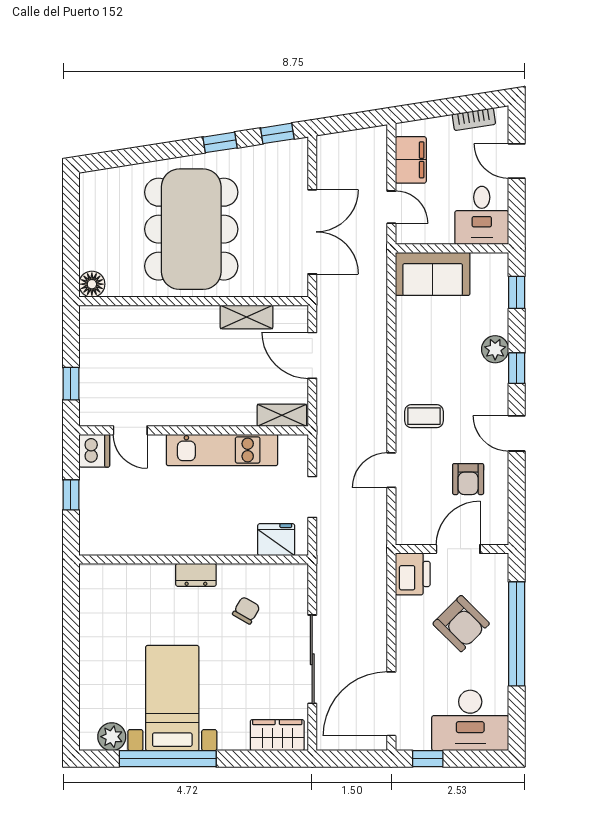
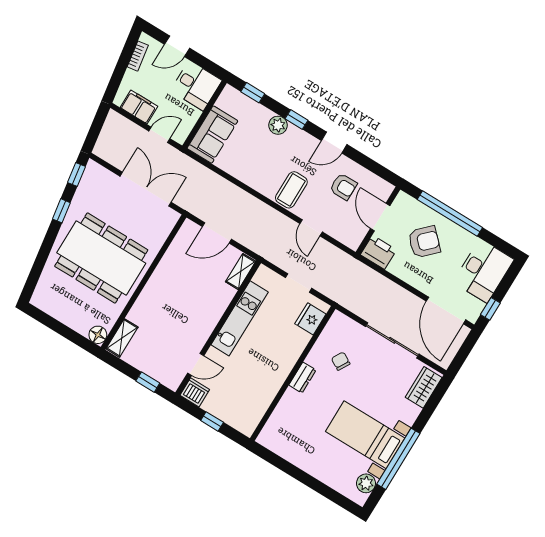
shelving: (247, 317) -> (122, 338), moved
coffee table: (424, 416) -> (291, 190), width x1.36, depth x1.30

